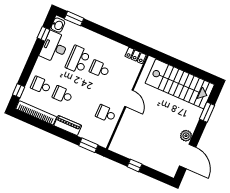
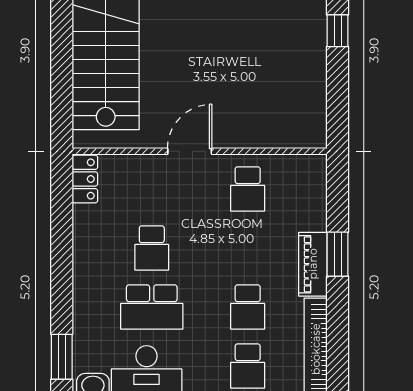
window: (88, 145) -> (338, 254), moved
window: (135, 165) -> (338, 31), moved

